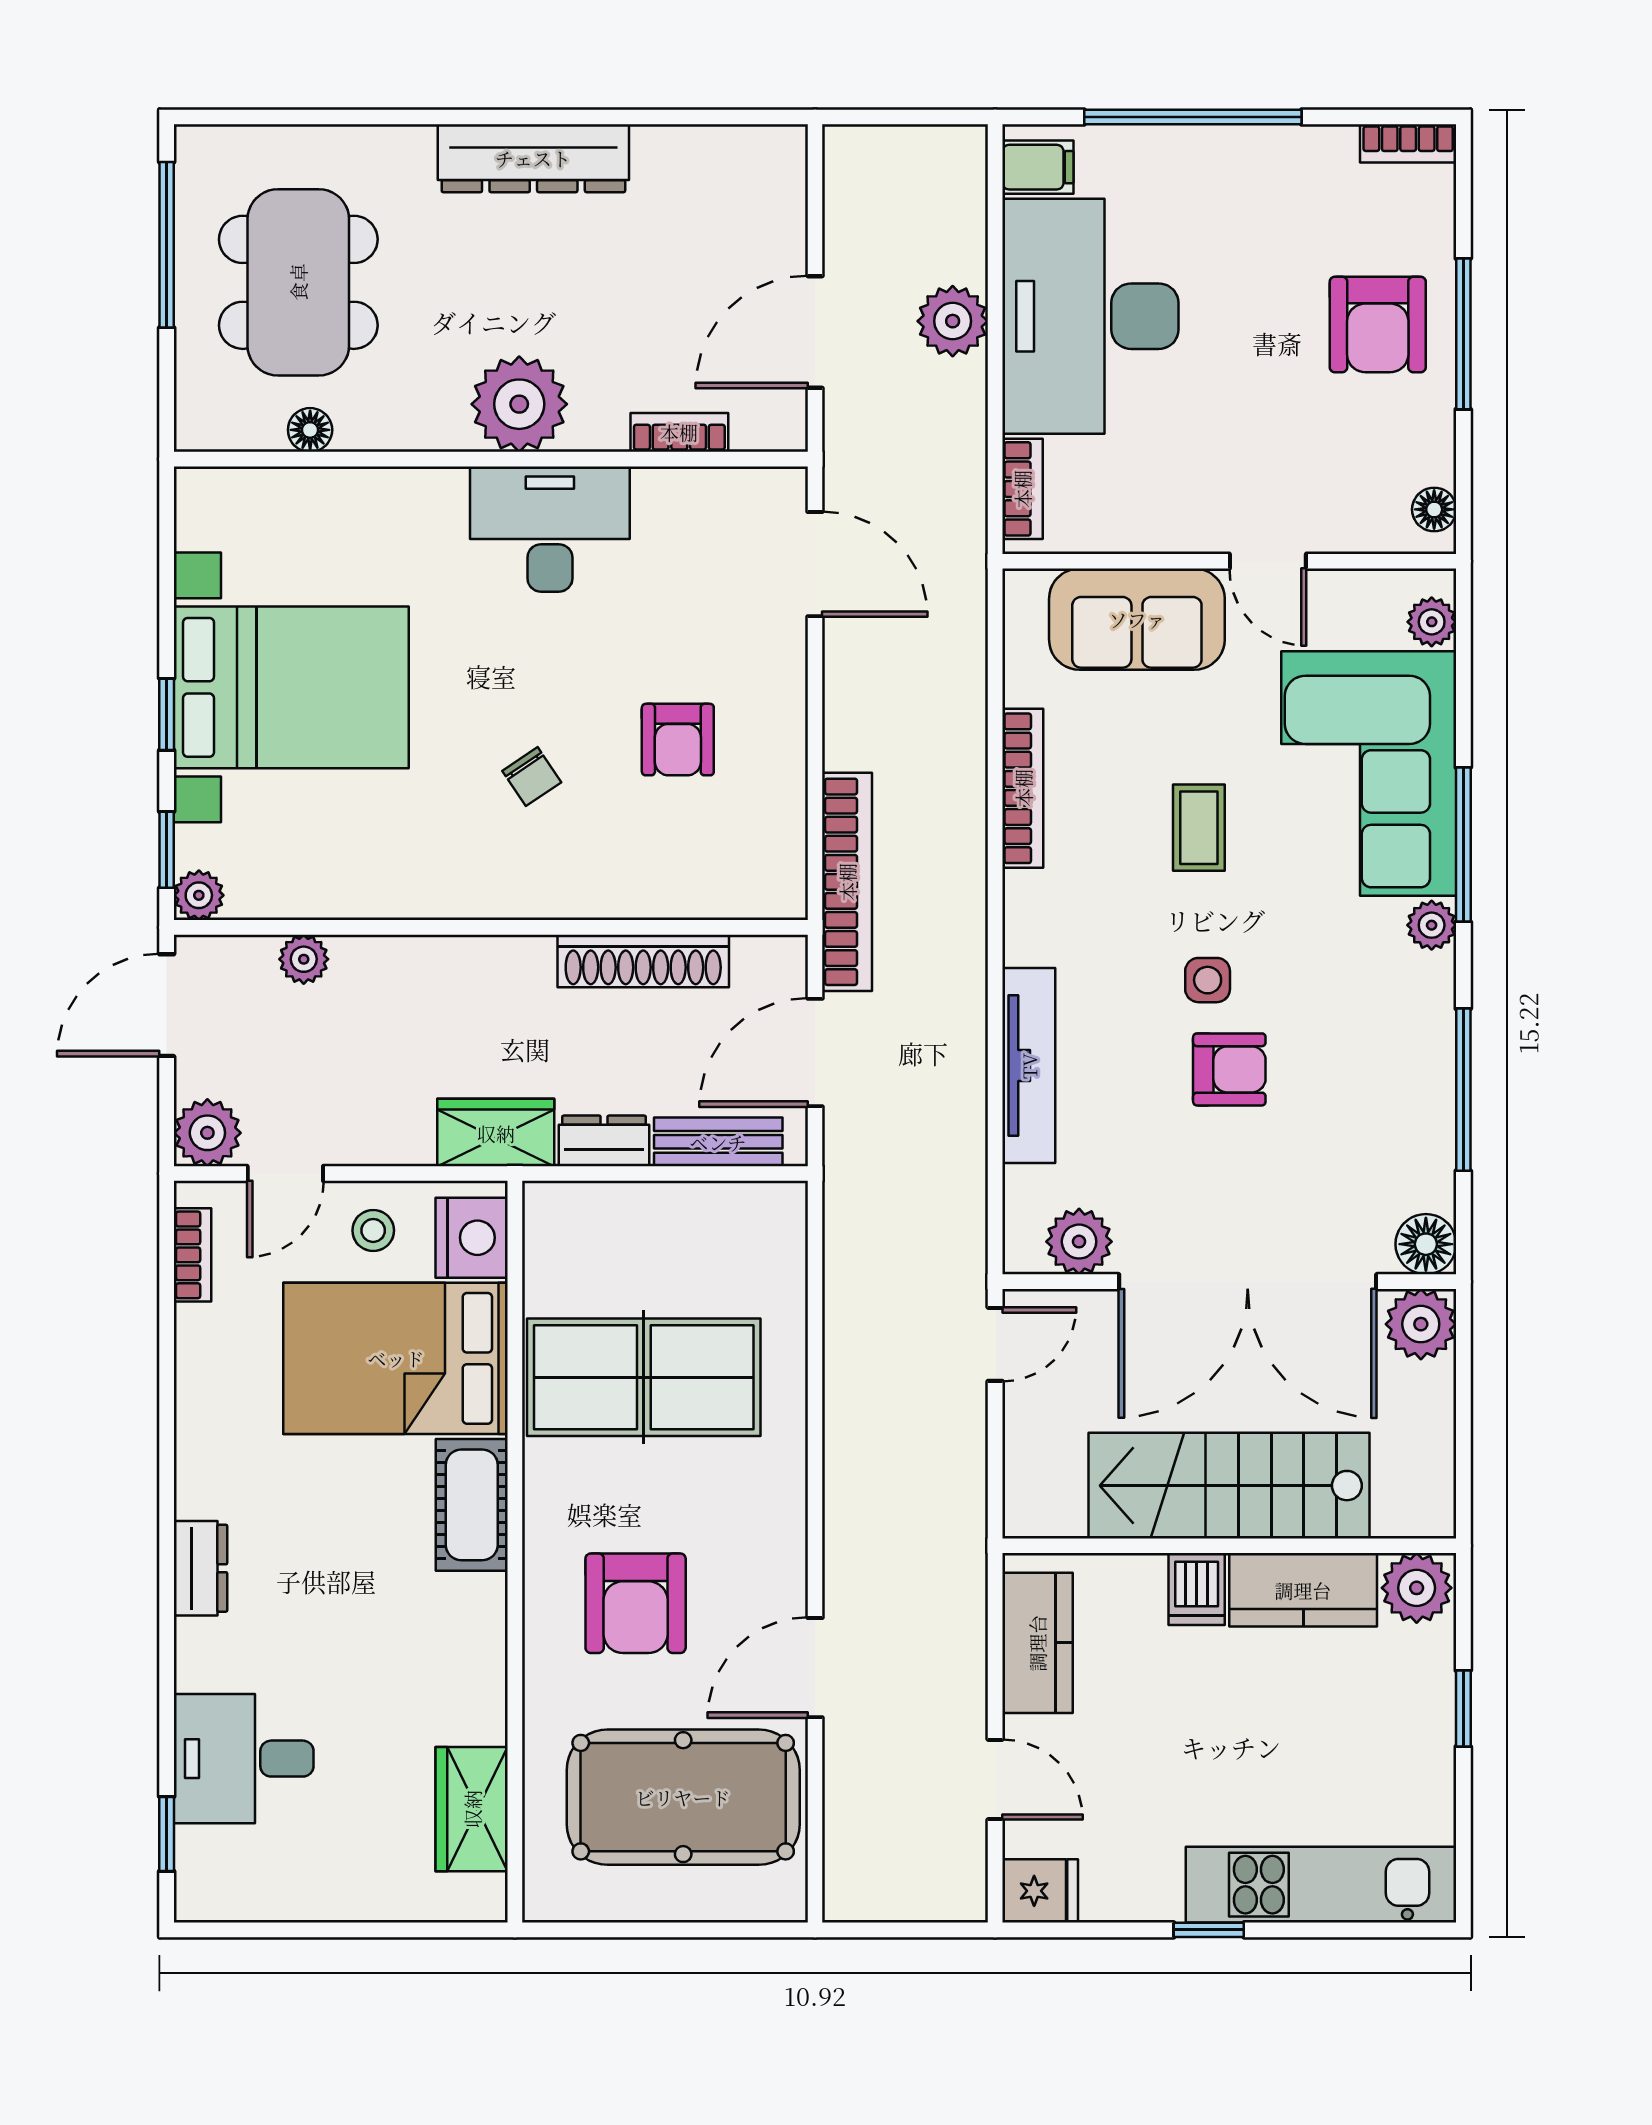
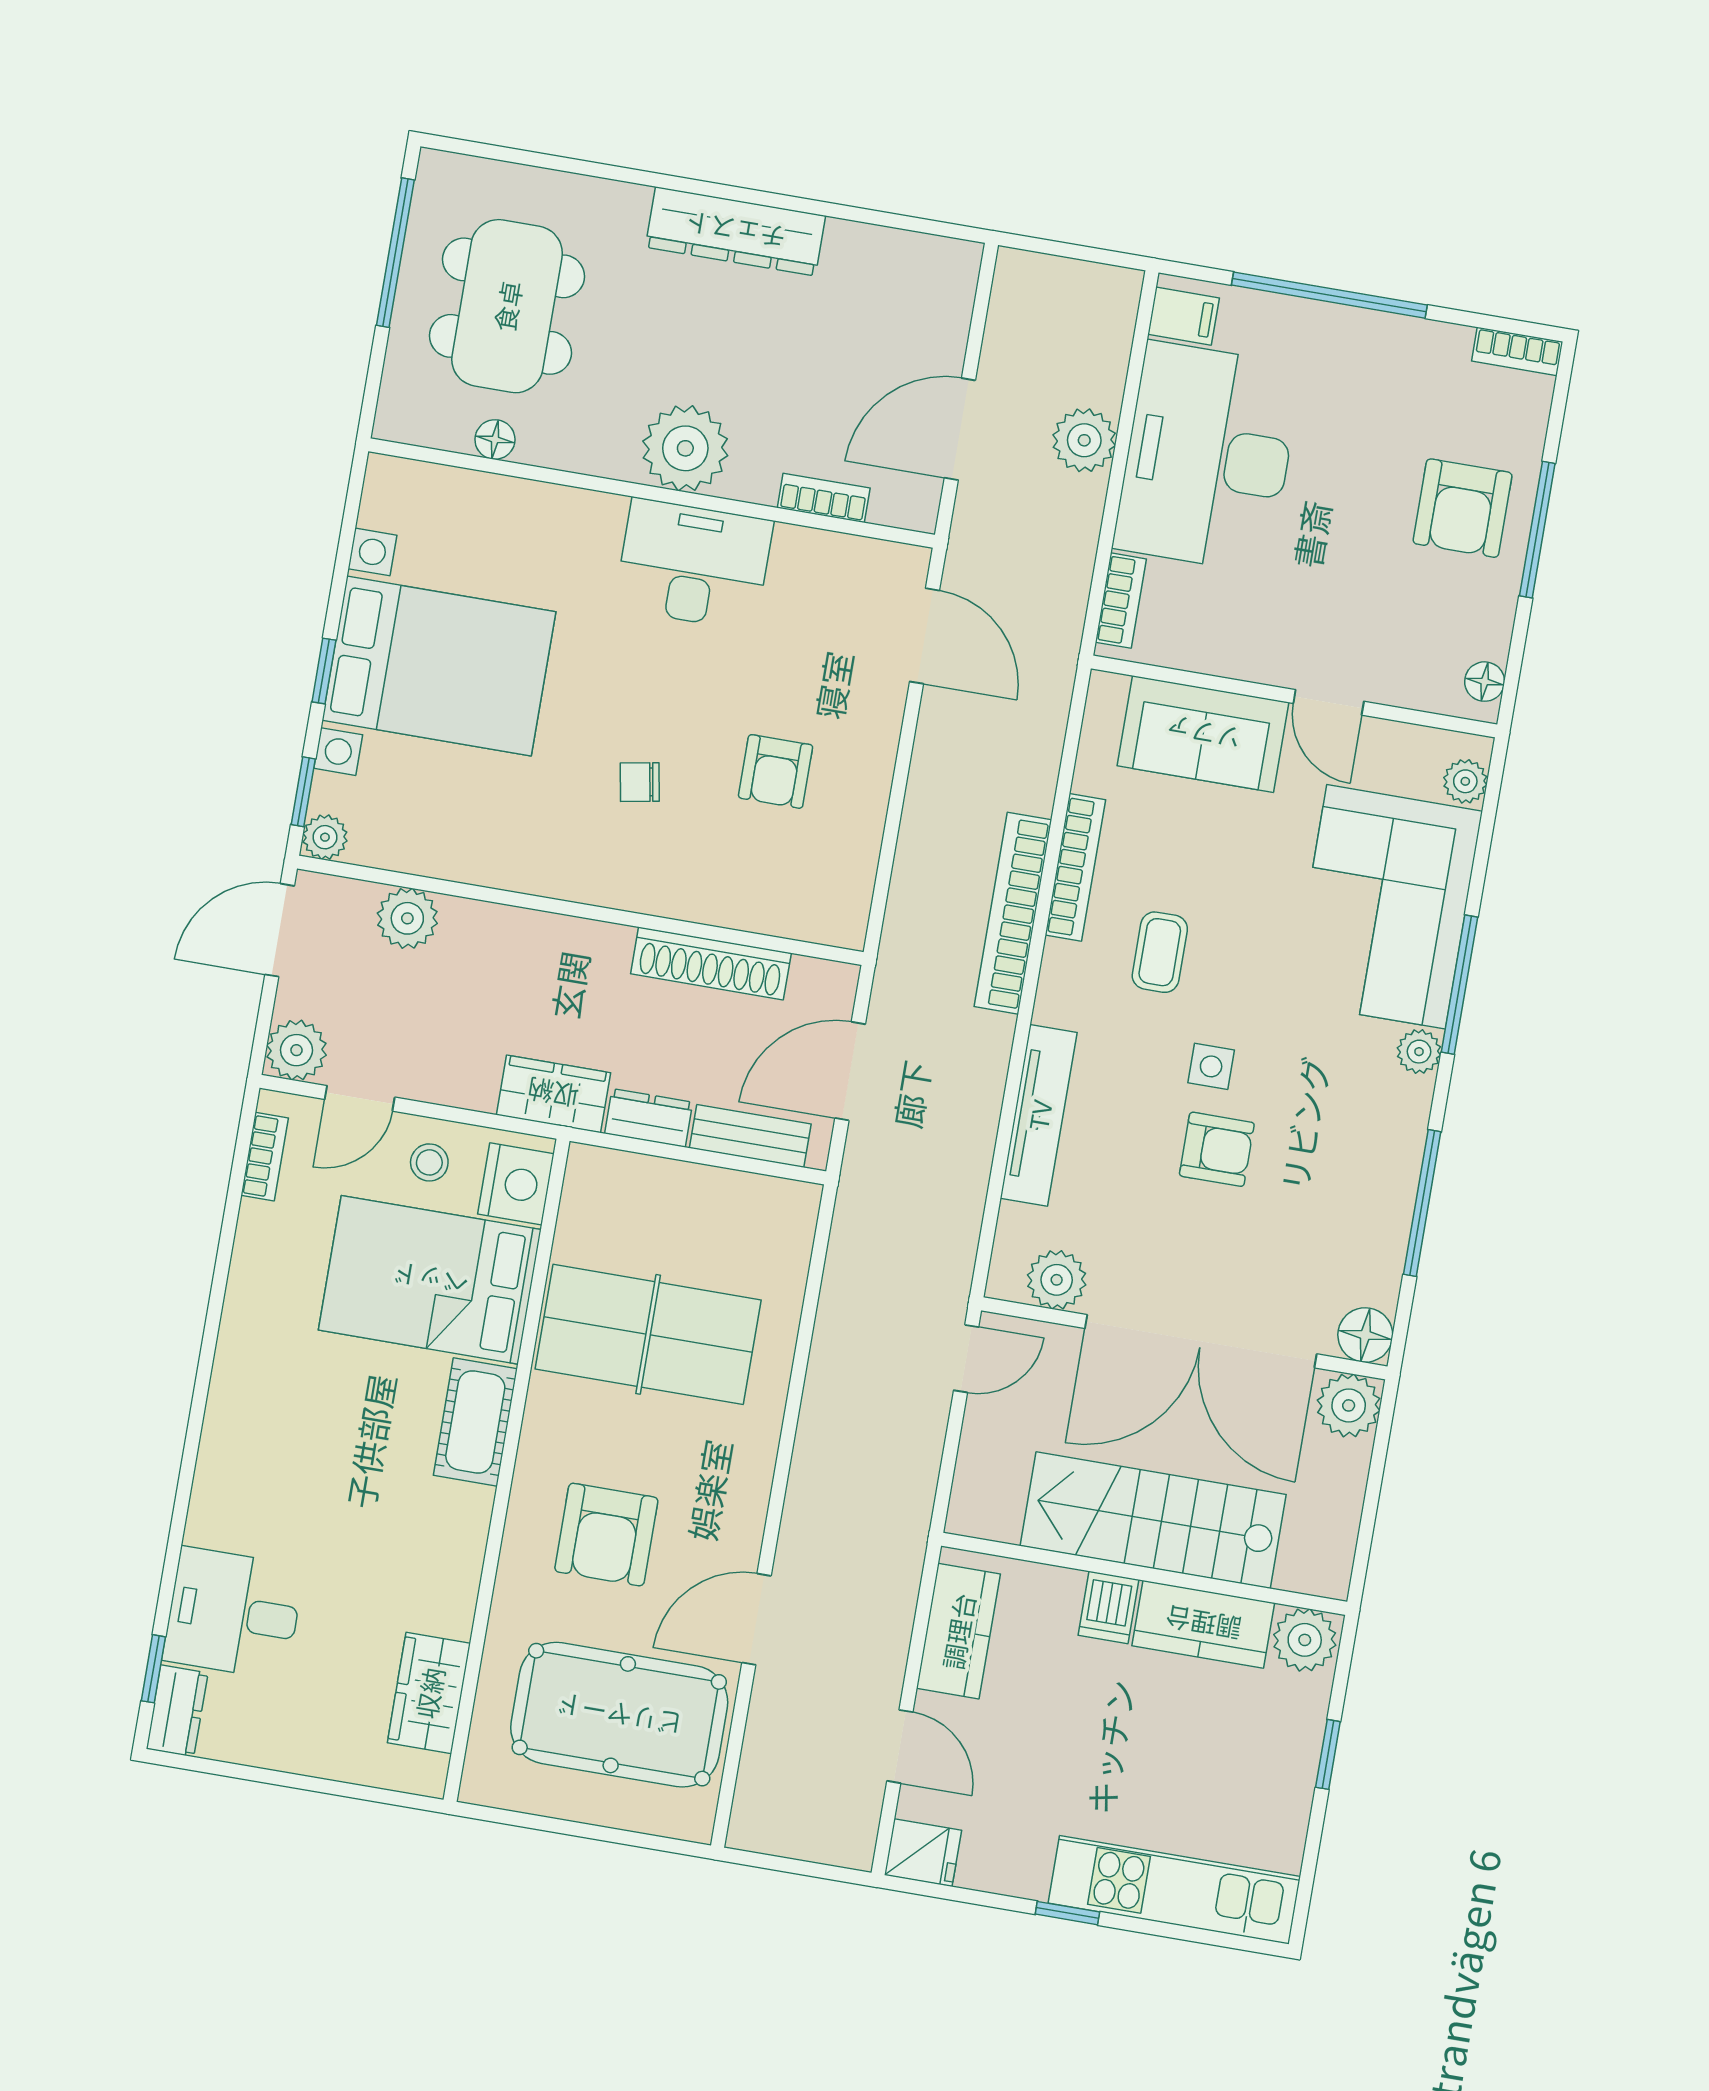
chair: (532, 777) -> (640, 782), turned 114
coffee table: (1199, 828) -> (1160, 952), moved
bookcase: (847, 882) -> (1013, 913), moved, turned 180
plant: (304, 959) -> (407, 918), width x1.38, depth x1.38
dresser: (200, 1568) -> (177, 1711), moved

